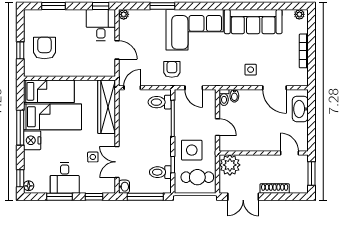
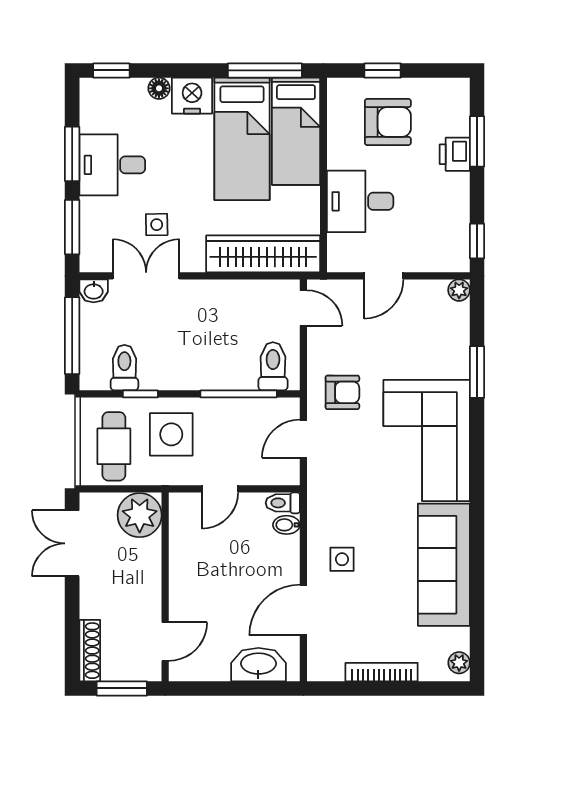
printer: (60, 16) -> (455, 154), added
desk: (101, 25) -> (360, 201), moved, turned 180
window: (20, 128) -> (265, 70), moved
floor lamp: (29, 186) -> (159, 88), moved
shoe rack: (275, 189) -> (90, 651), moved
window: (94, 197) -> (72, 227), width x1.50

